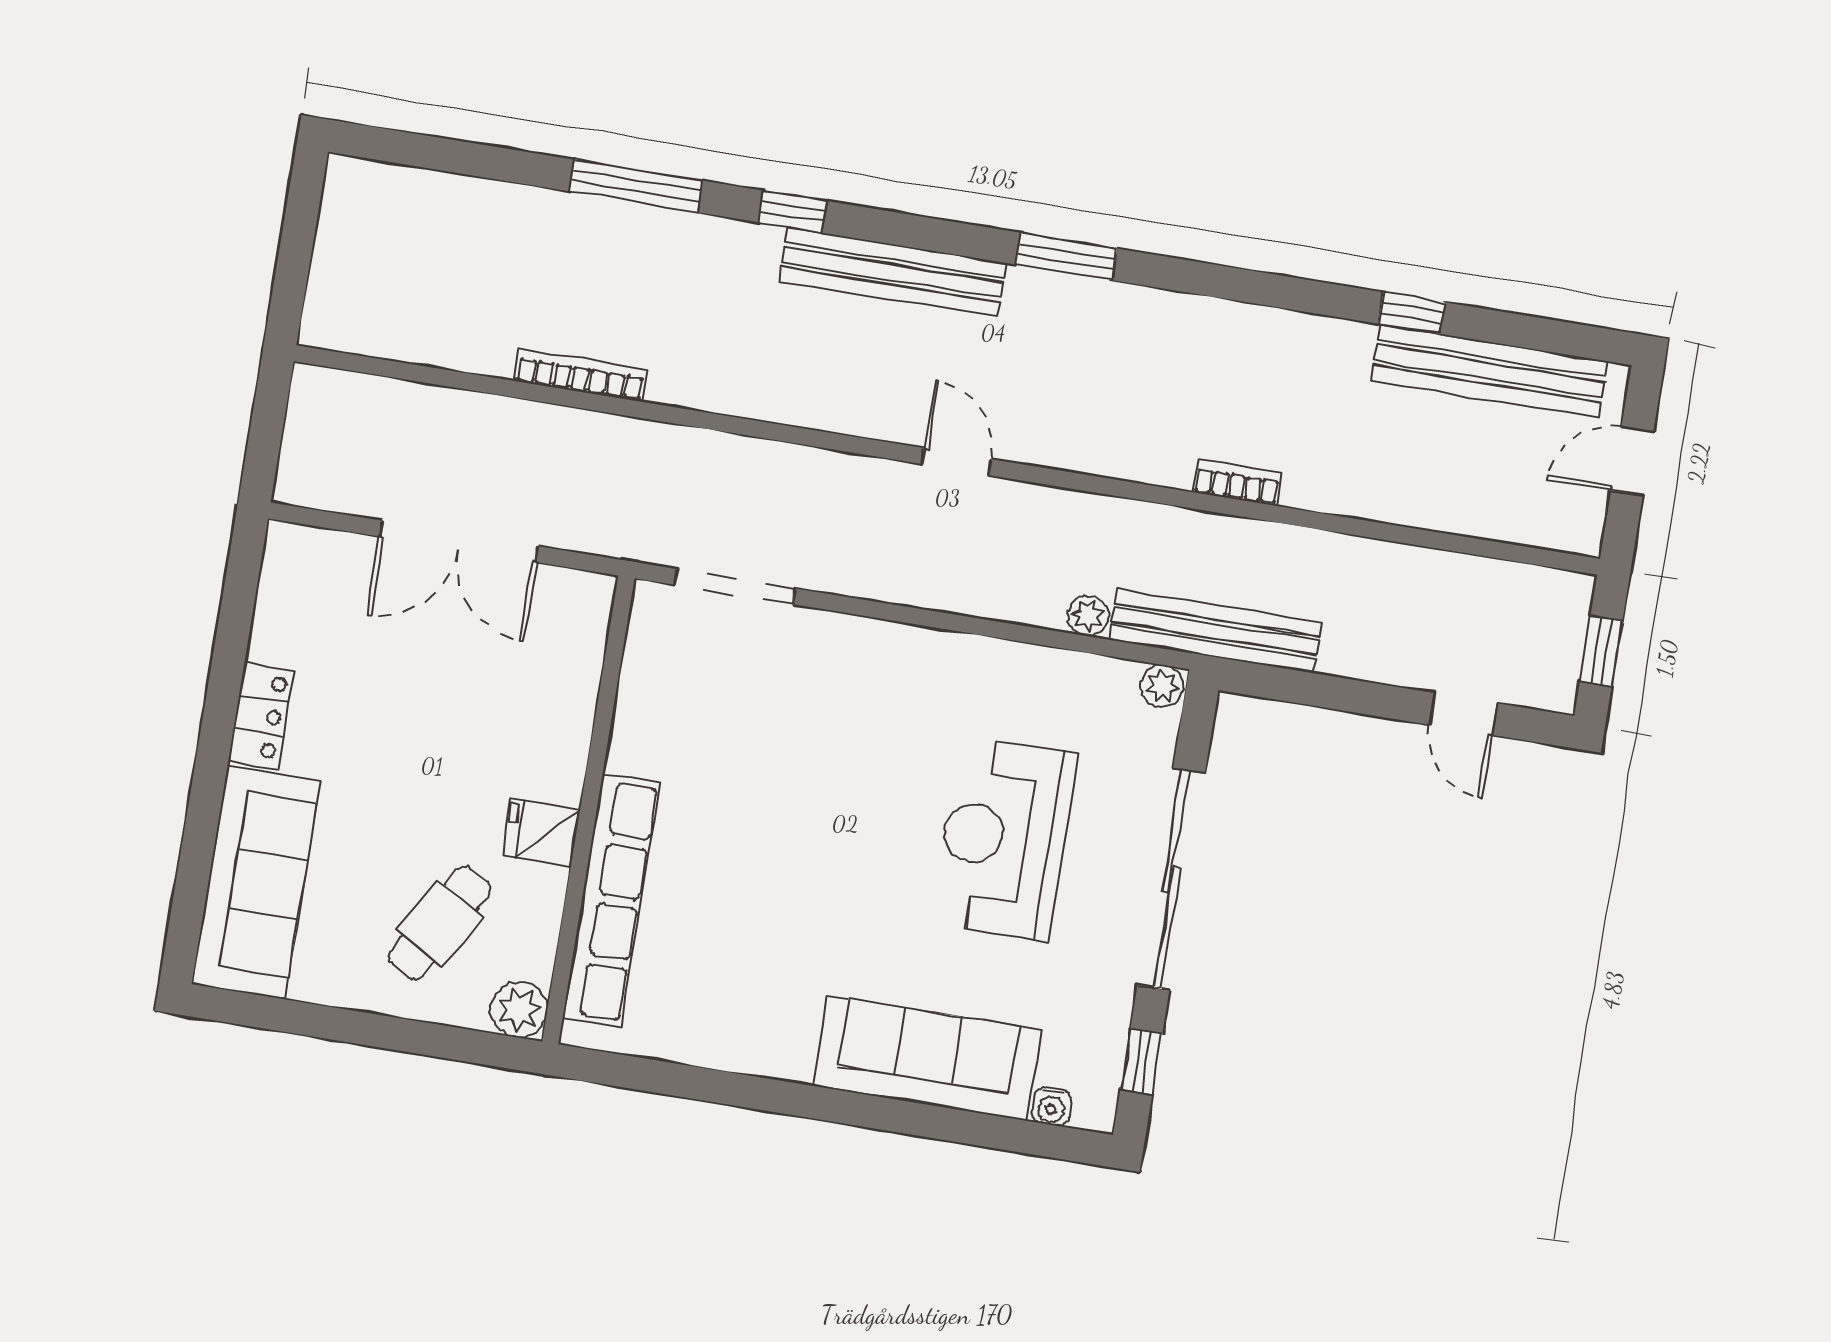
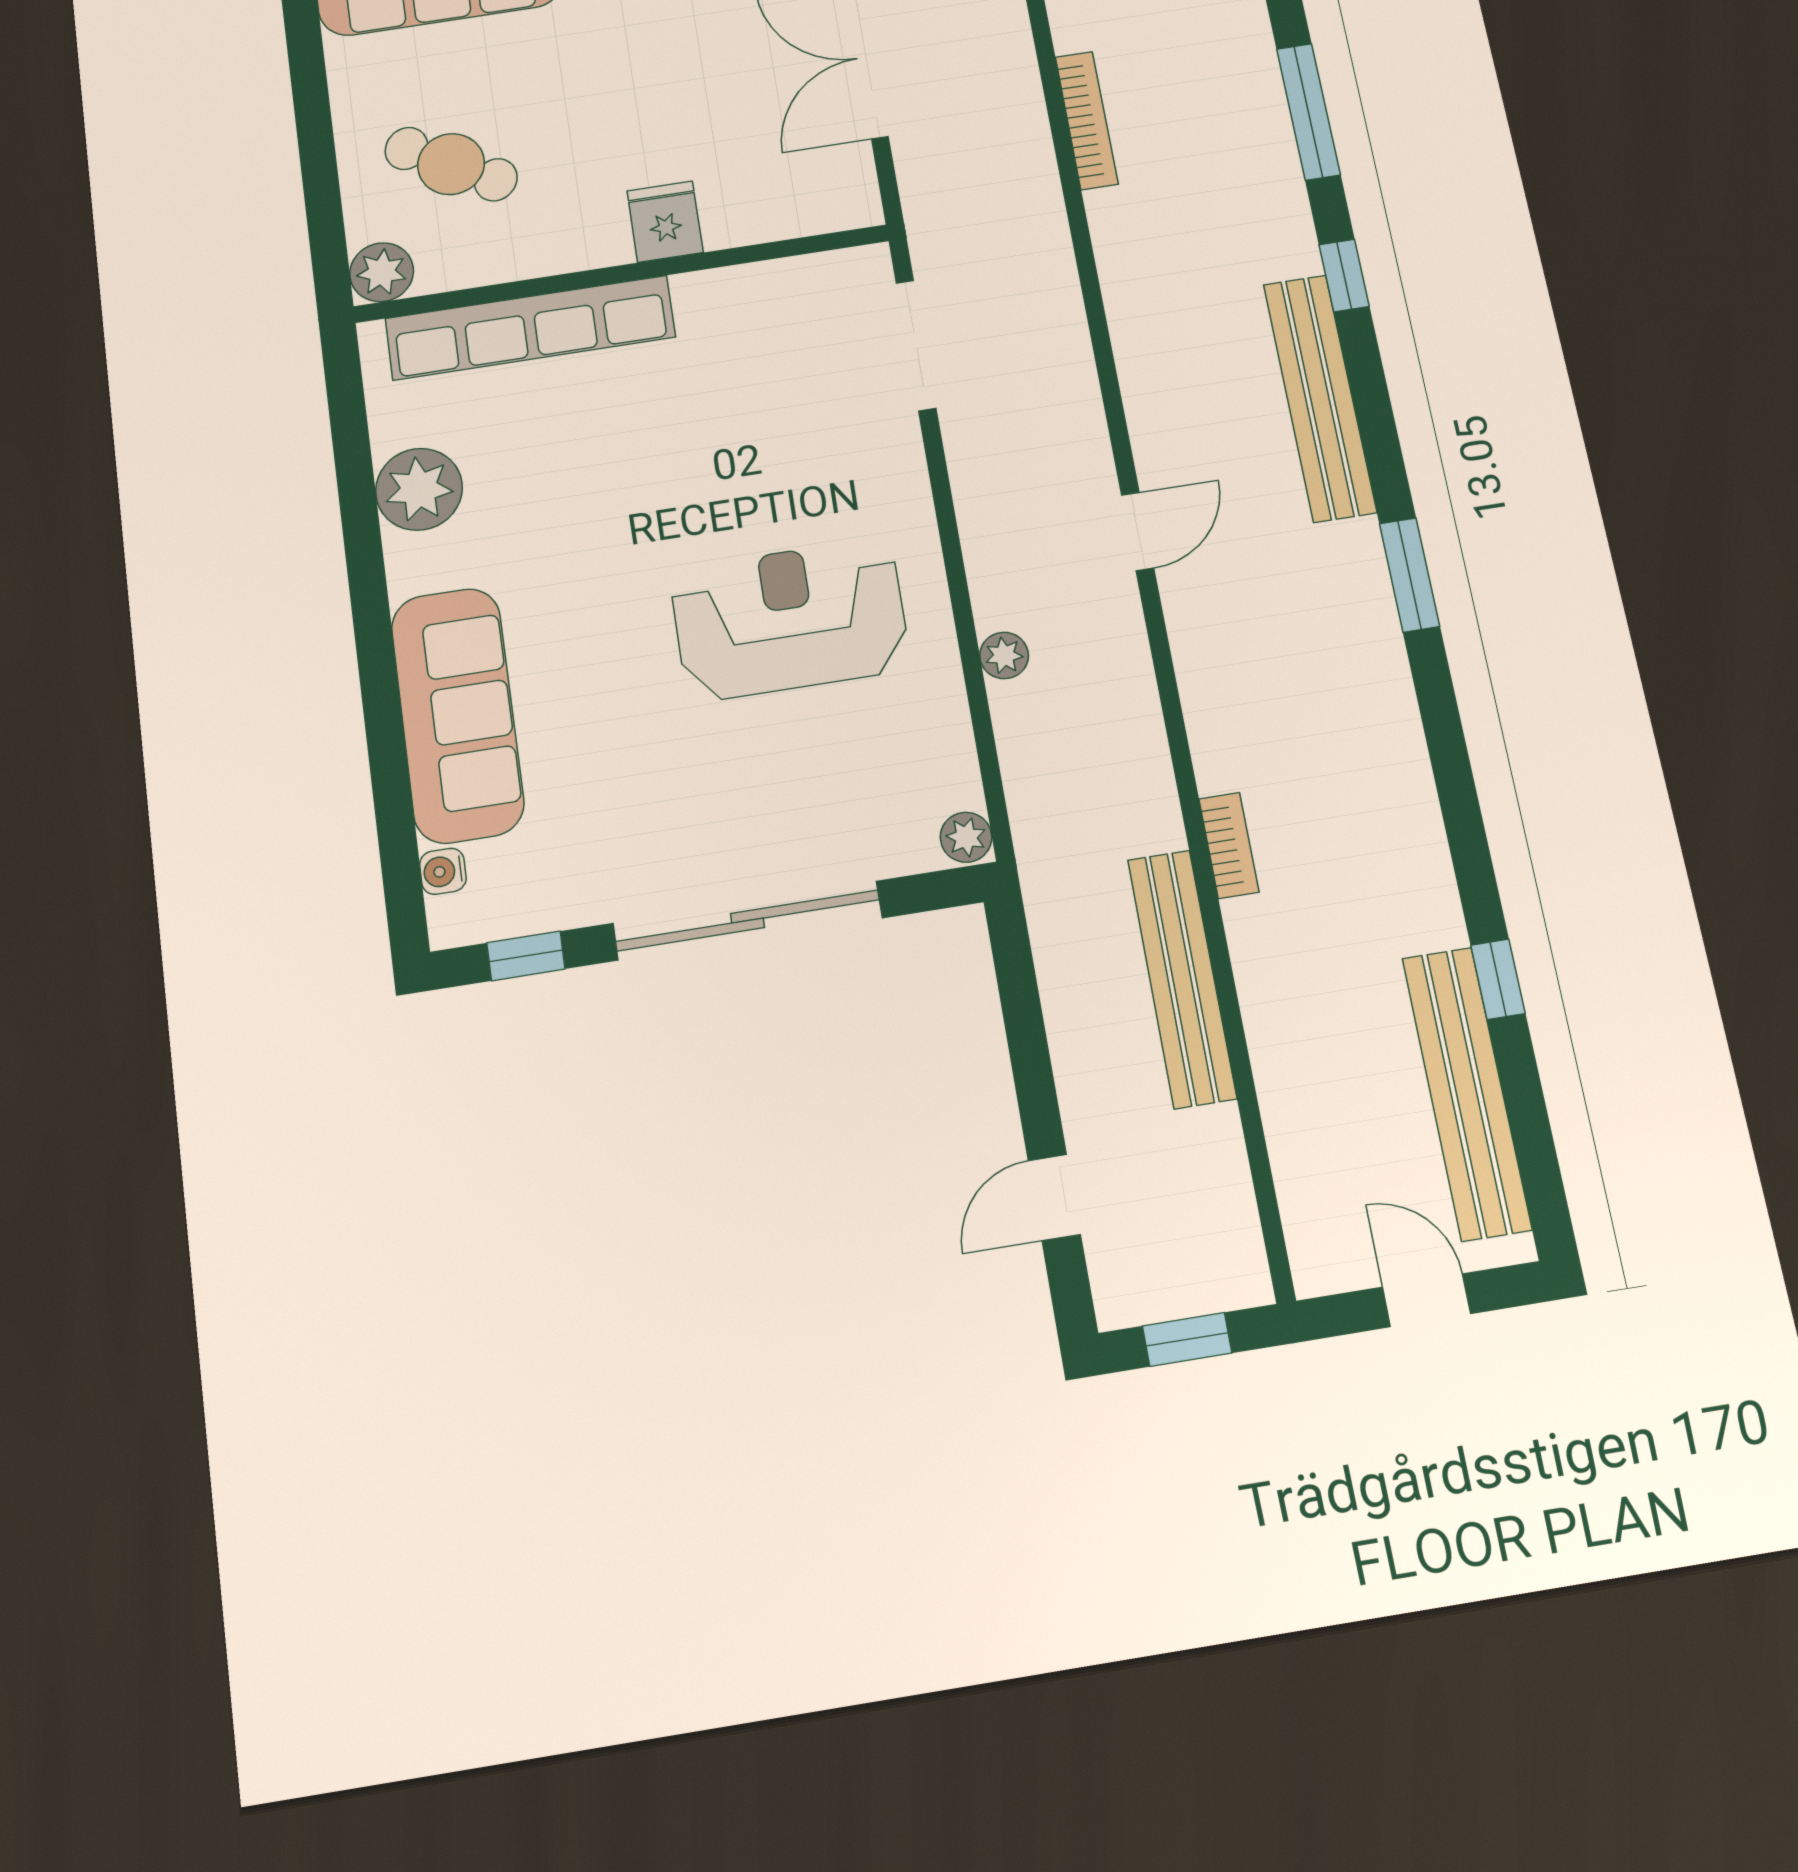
plant: (1088, 616) -> (1004, 655), moved
bench: (1216, 631) -> (1182, 978), moved
fridge: (541, 833) -> (665, 222), moved
reception desk: (1004, 838) -> (790, 620), moved
plant: (724, 1034) -> (419, 489), added

